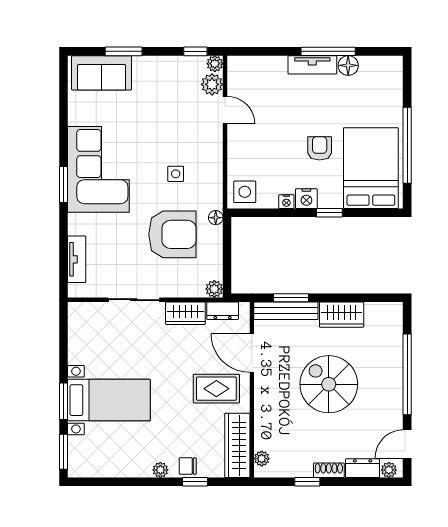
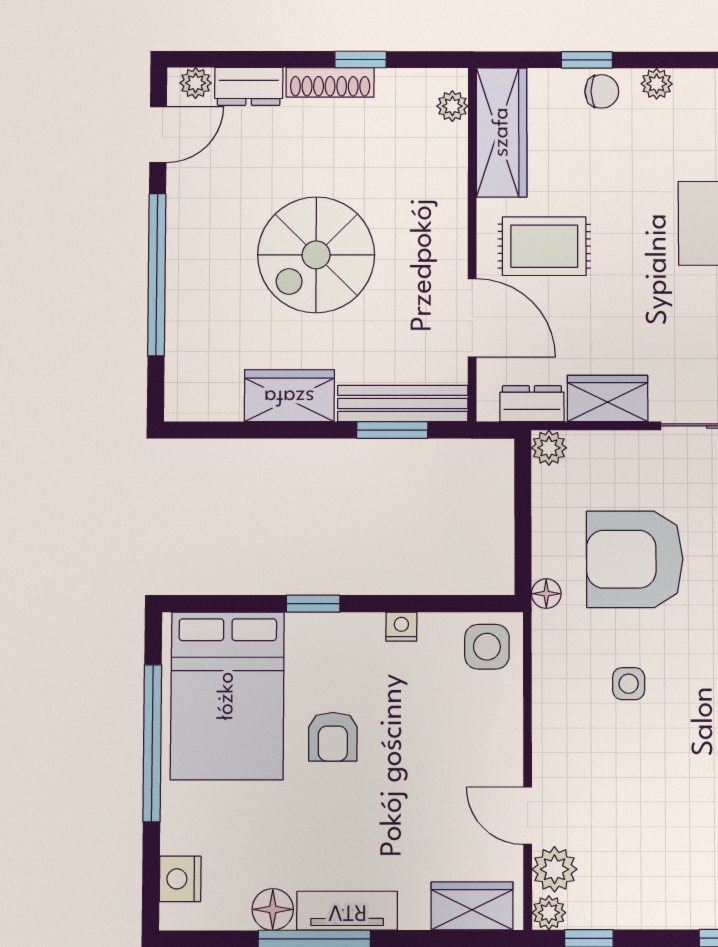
wardrobe: (252, 67) -> (472, 906), added
nightstand: (306, 199) -> (180, 879), moved, turned -90
spiral stairs: (329, 384) -> (316, 255), turned 90
shoe rack: (329, 470) -> (330, 82), width x1.43

